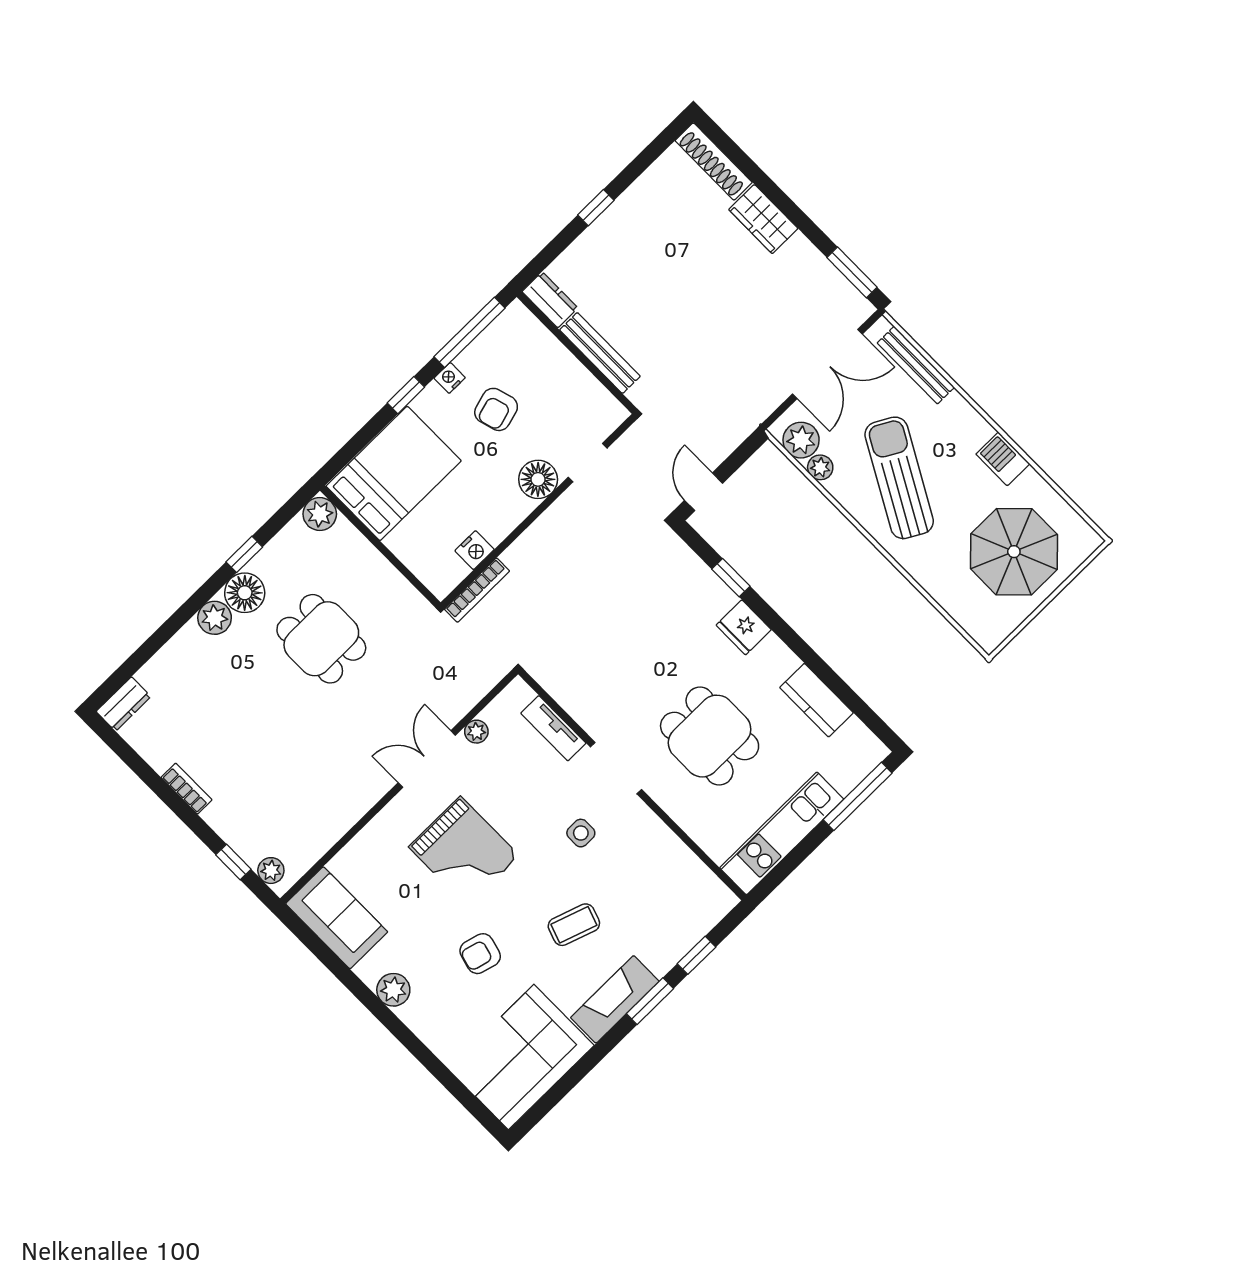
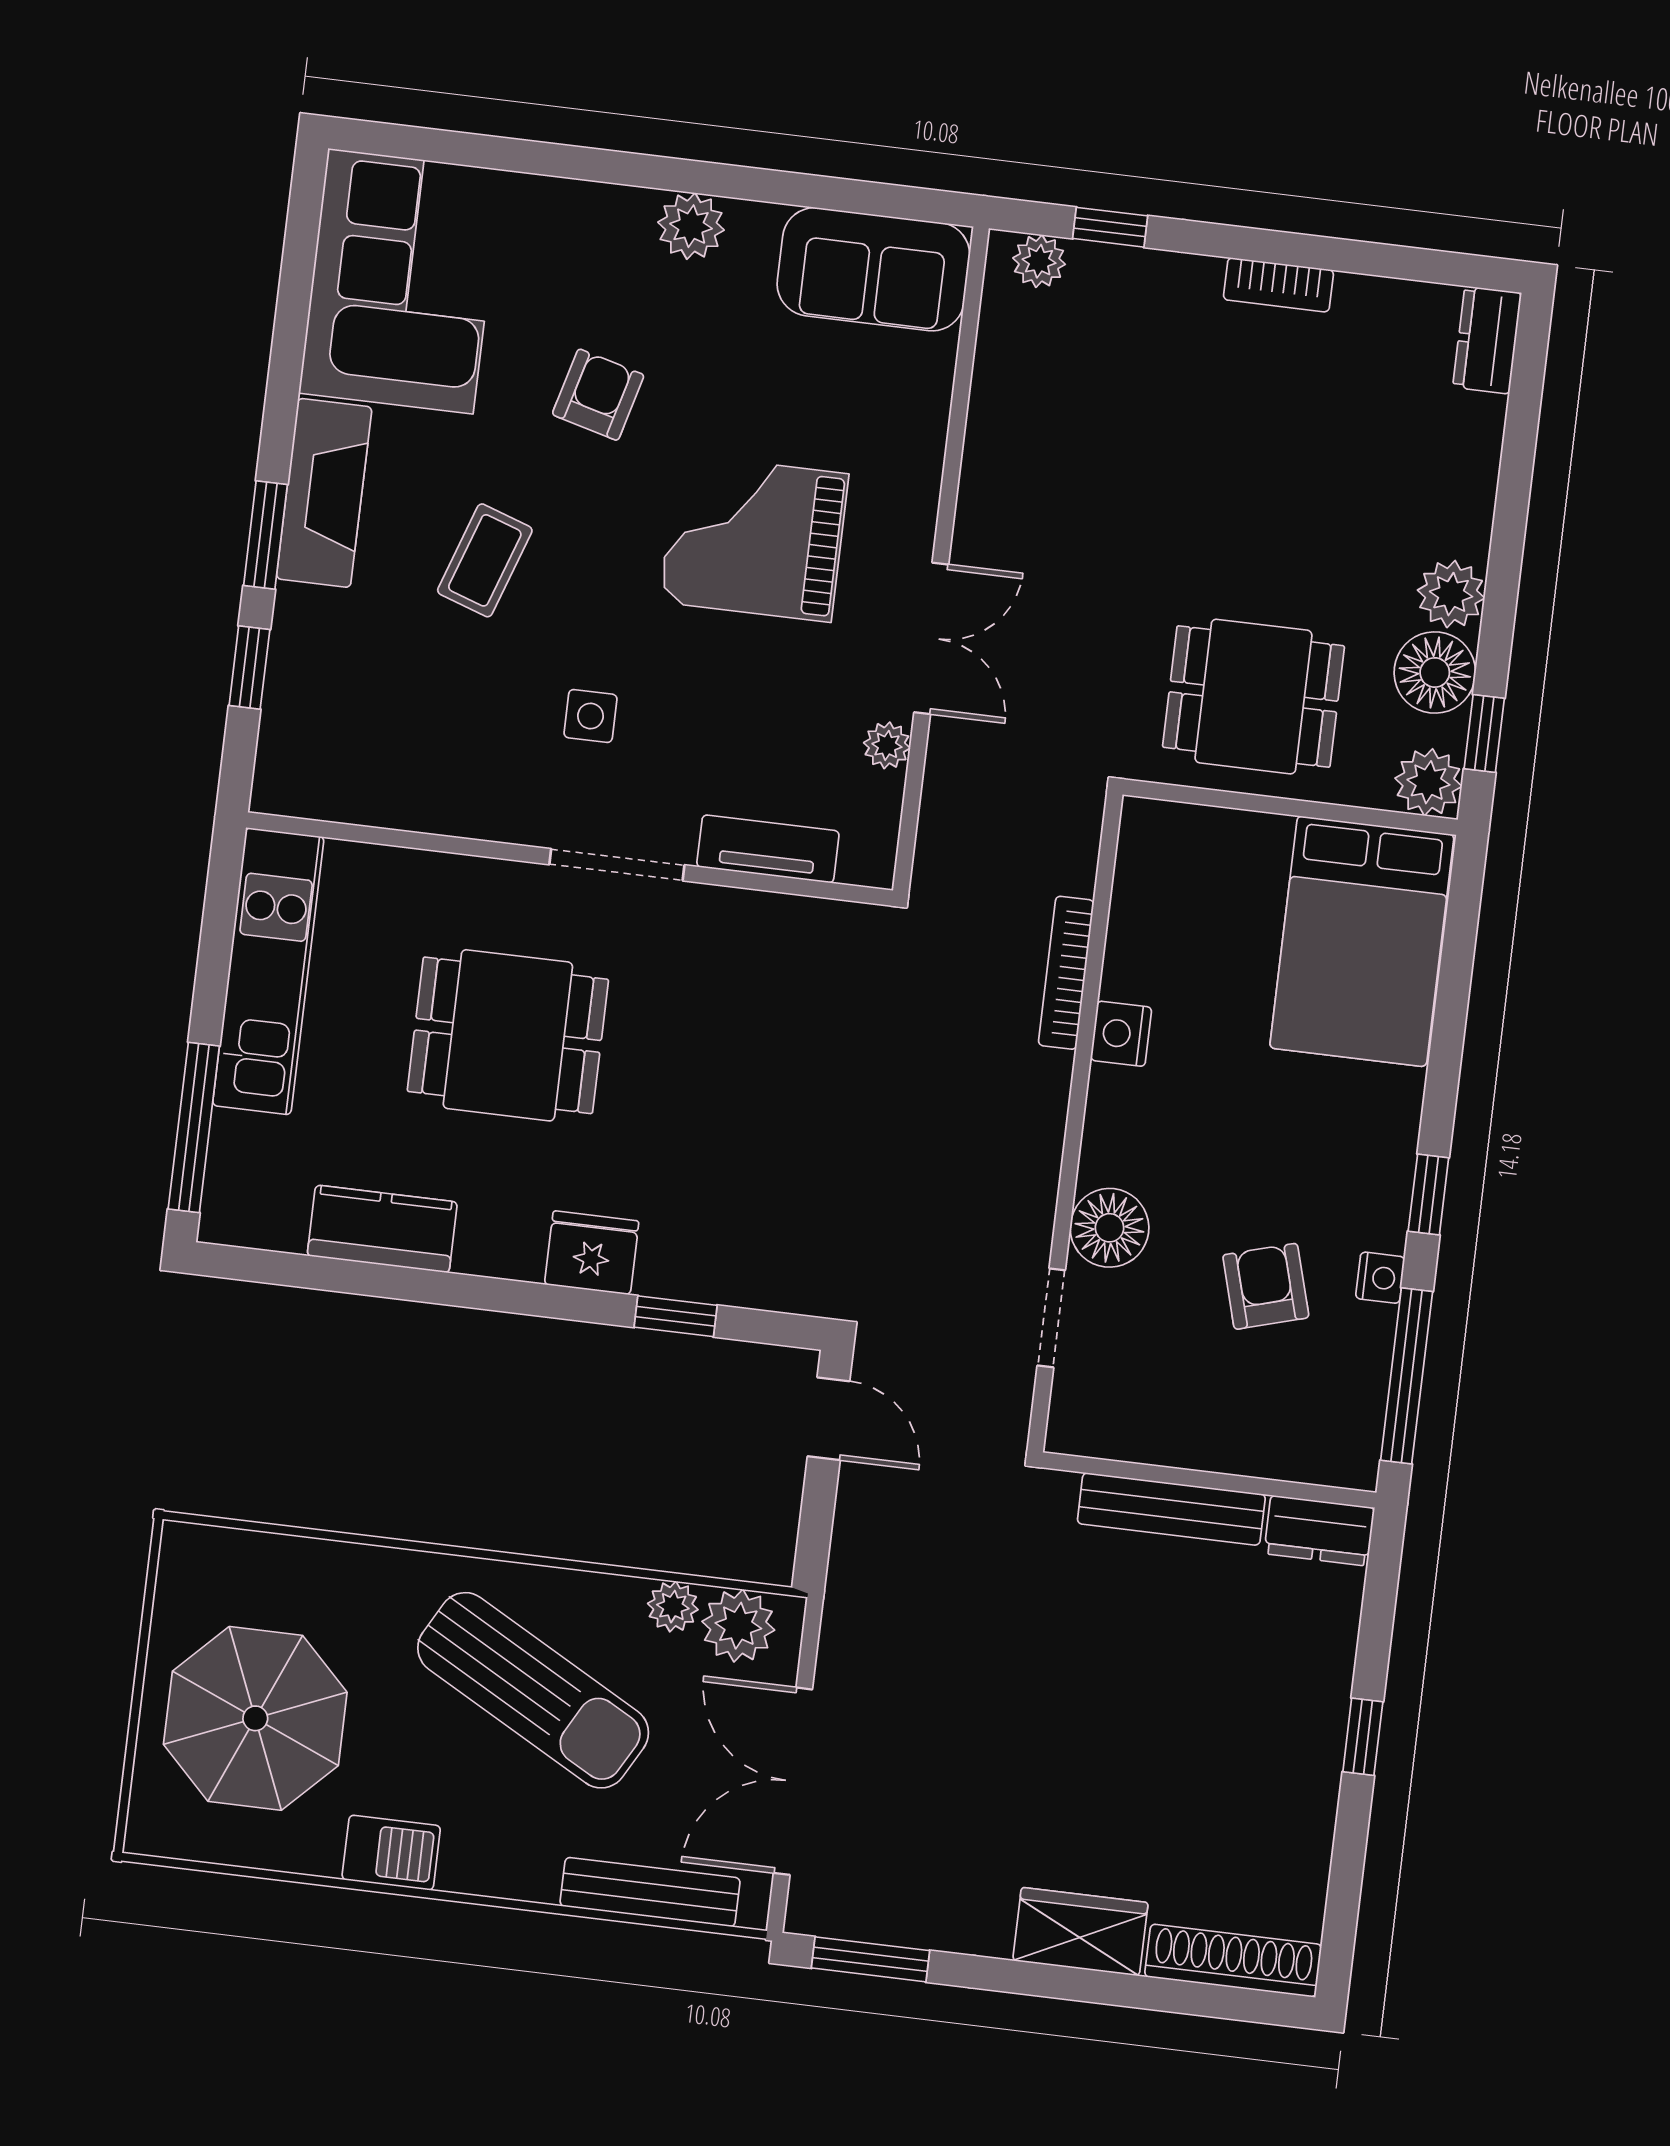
bed: (394, 473) -> (1362, 941), moved
plant: (320, 514) -> (1428, 782), moved
wall: (380, 547) -> (1290, 807), moved

